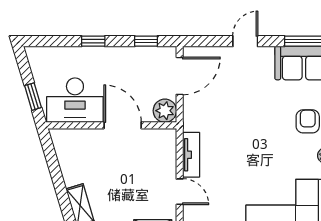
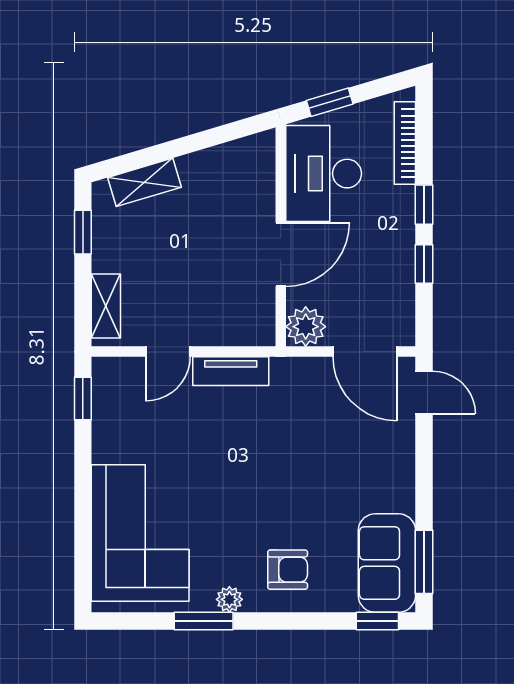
window: (146, 41) -> (424, 264), moved
door: (245, 41) -> (424, 392), moved
bookcase: (57, 52) -> (405, 143), added

